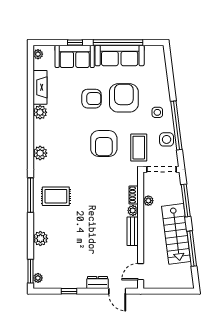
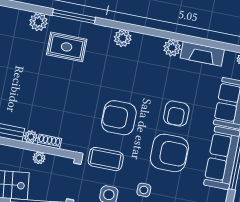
rug: (56, 196) -> (67, 47), turned 90
plant: (40, 238) -> (38, 22), moved

